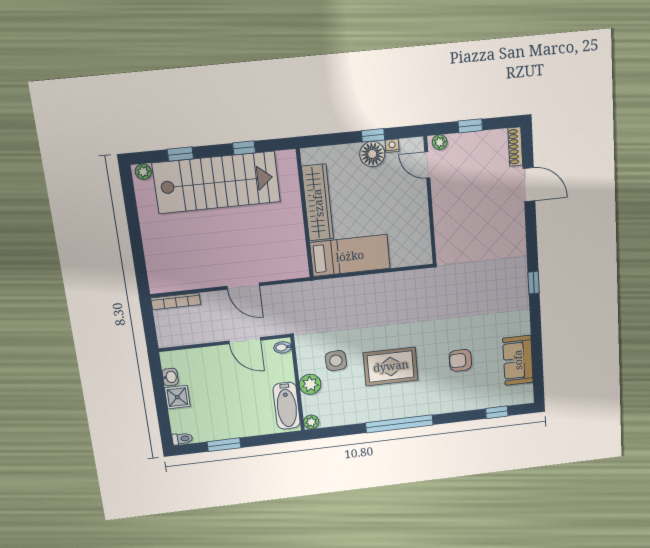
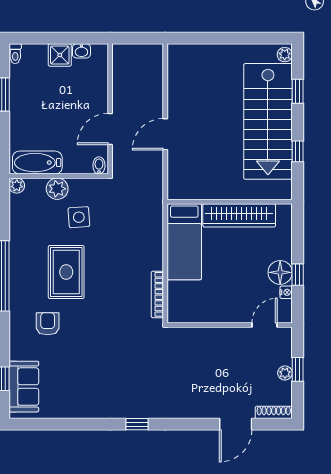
plant: (440, 142) -> (285, 373), moved
bookcase: (176, 301) -> (157, 294), moved
armchair: (460, 360) -> (48, 324), moved
sofa: (518, 360) -> (24, 387), moved, turned 90

